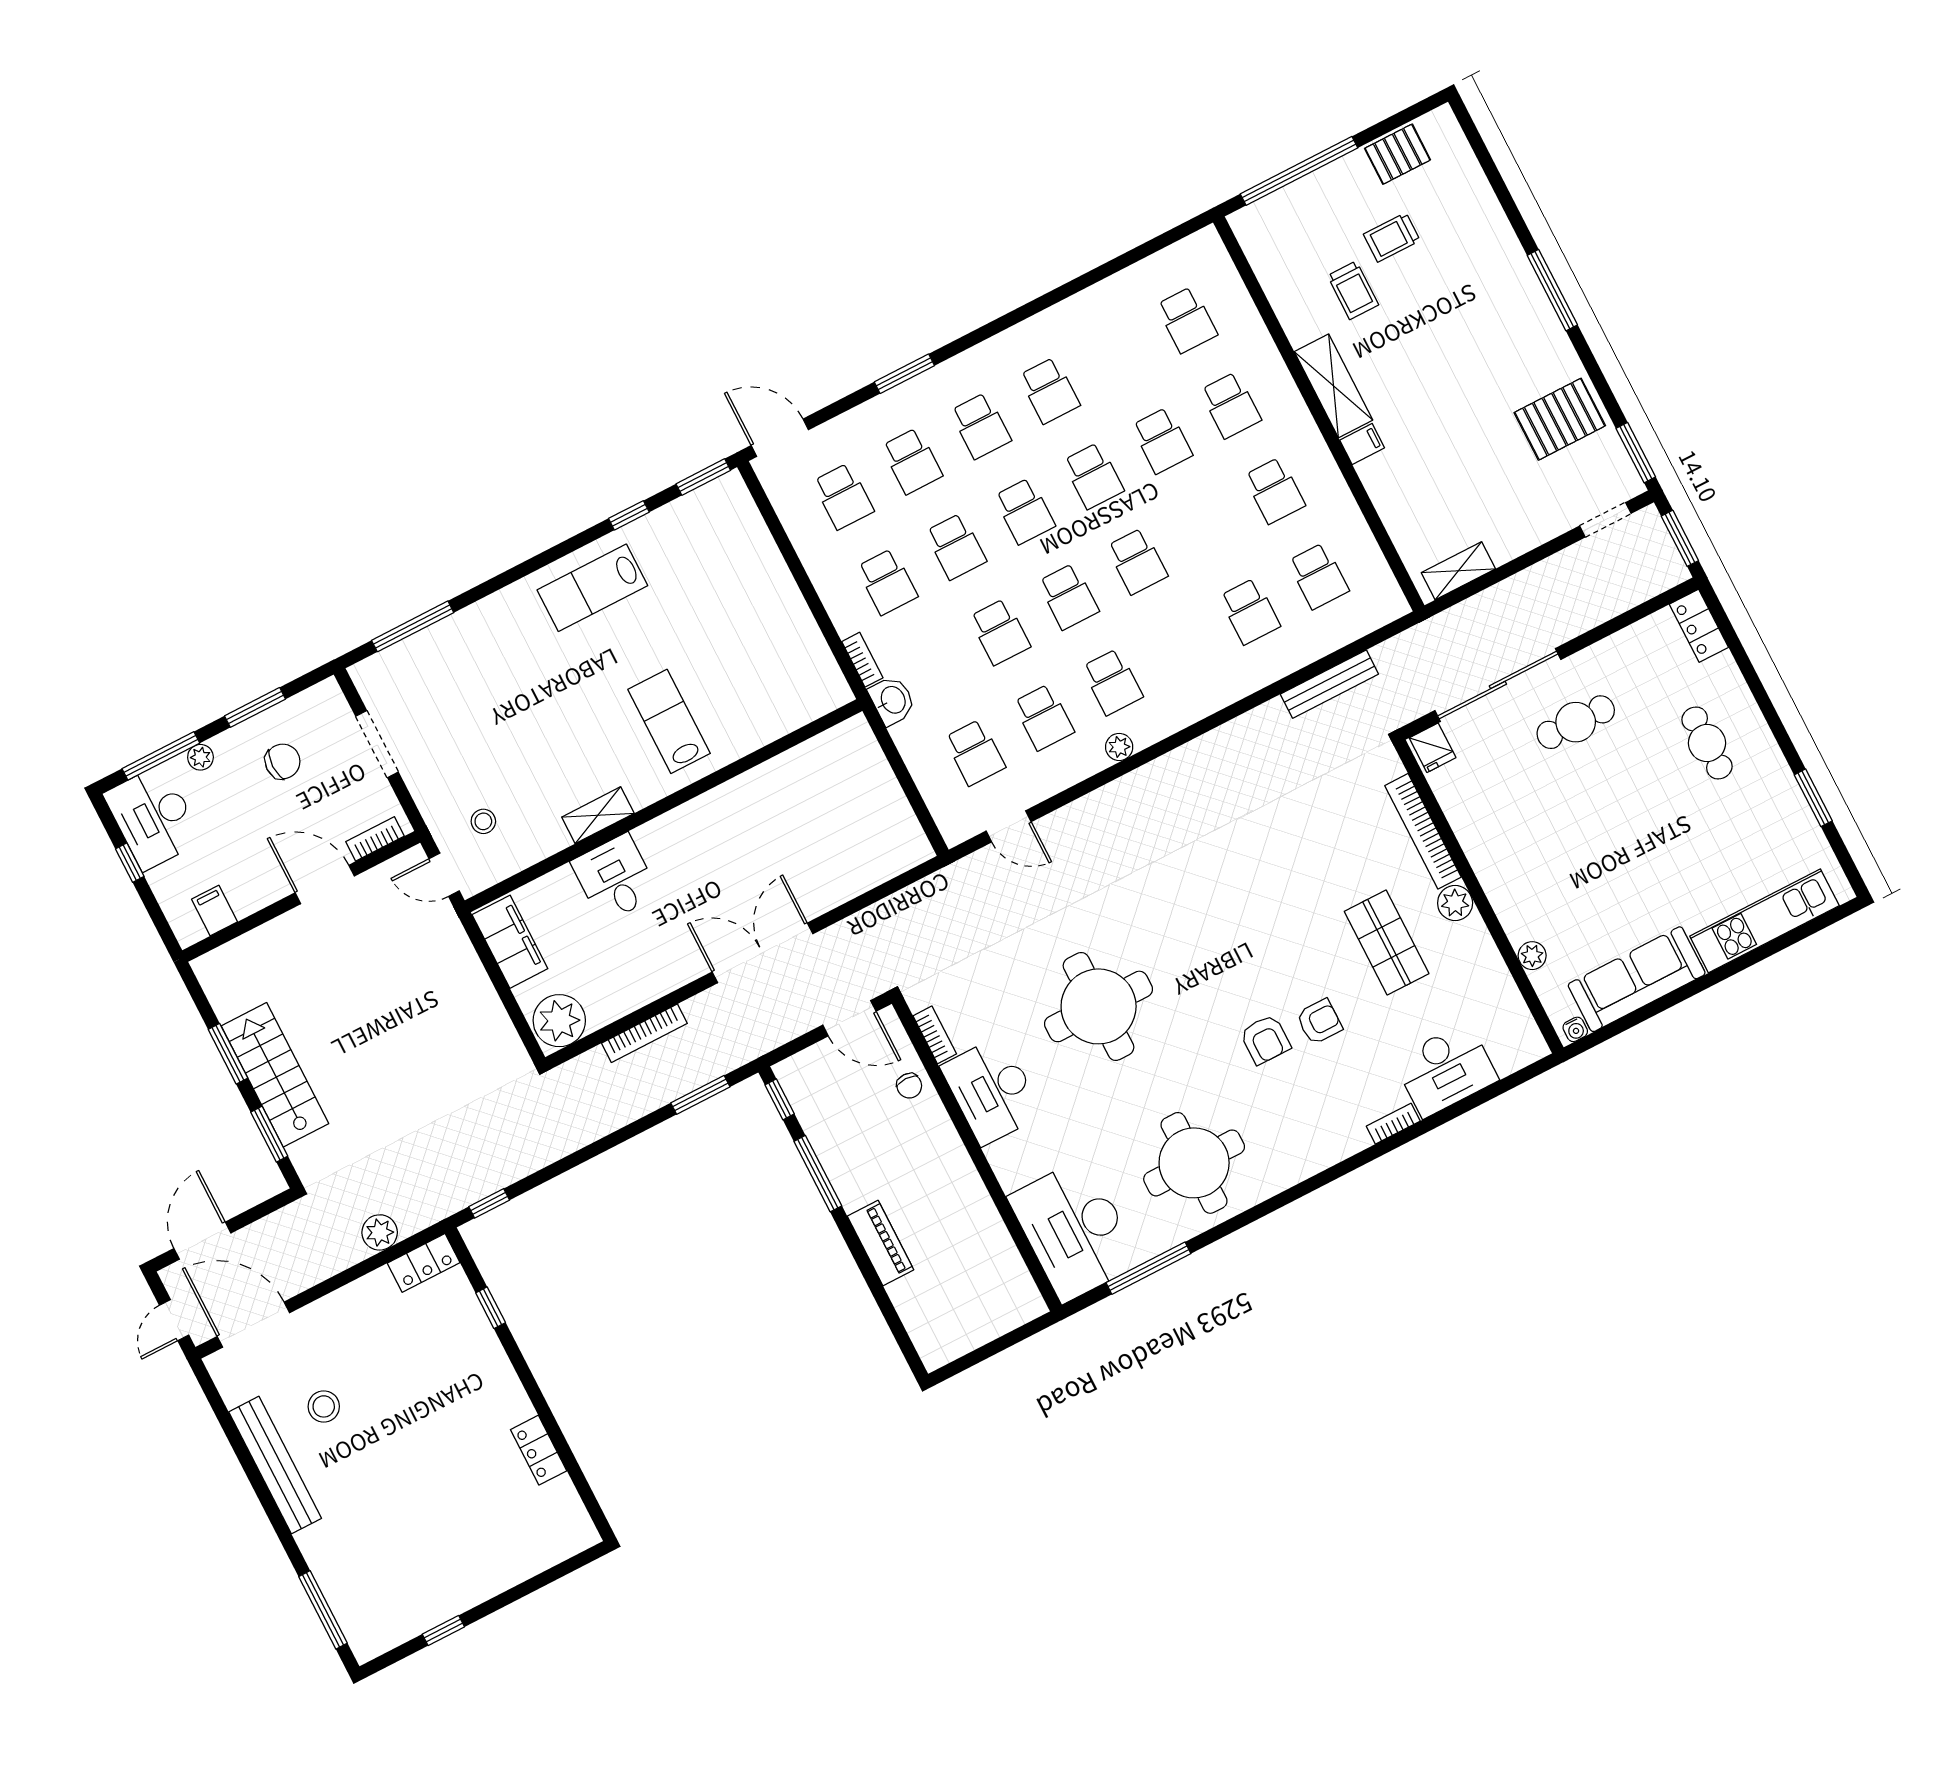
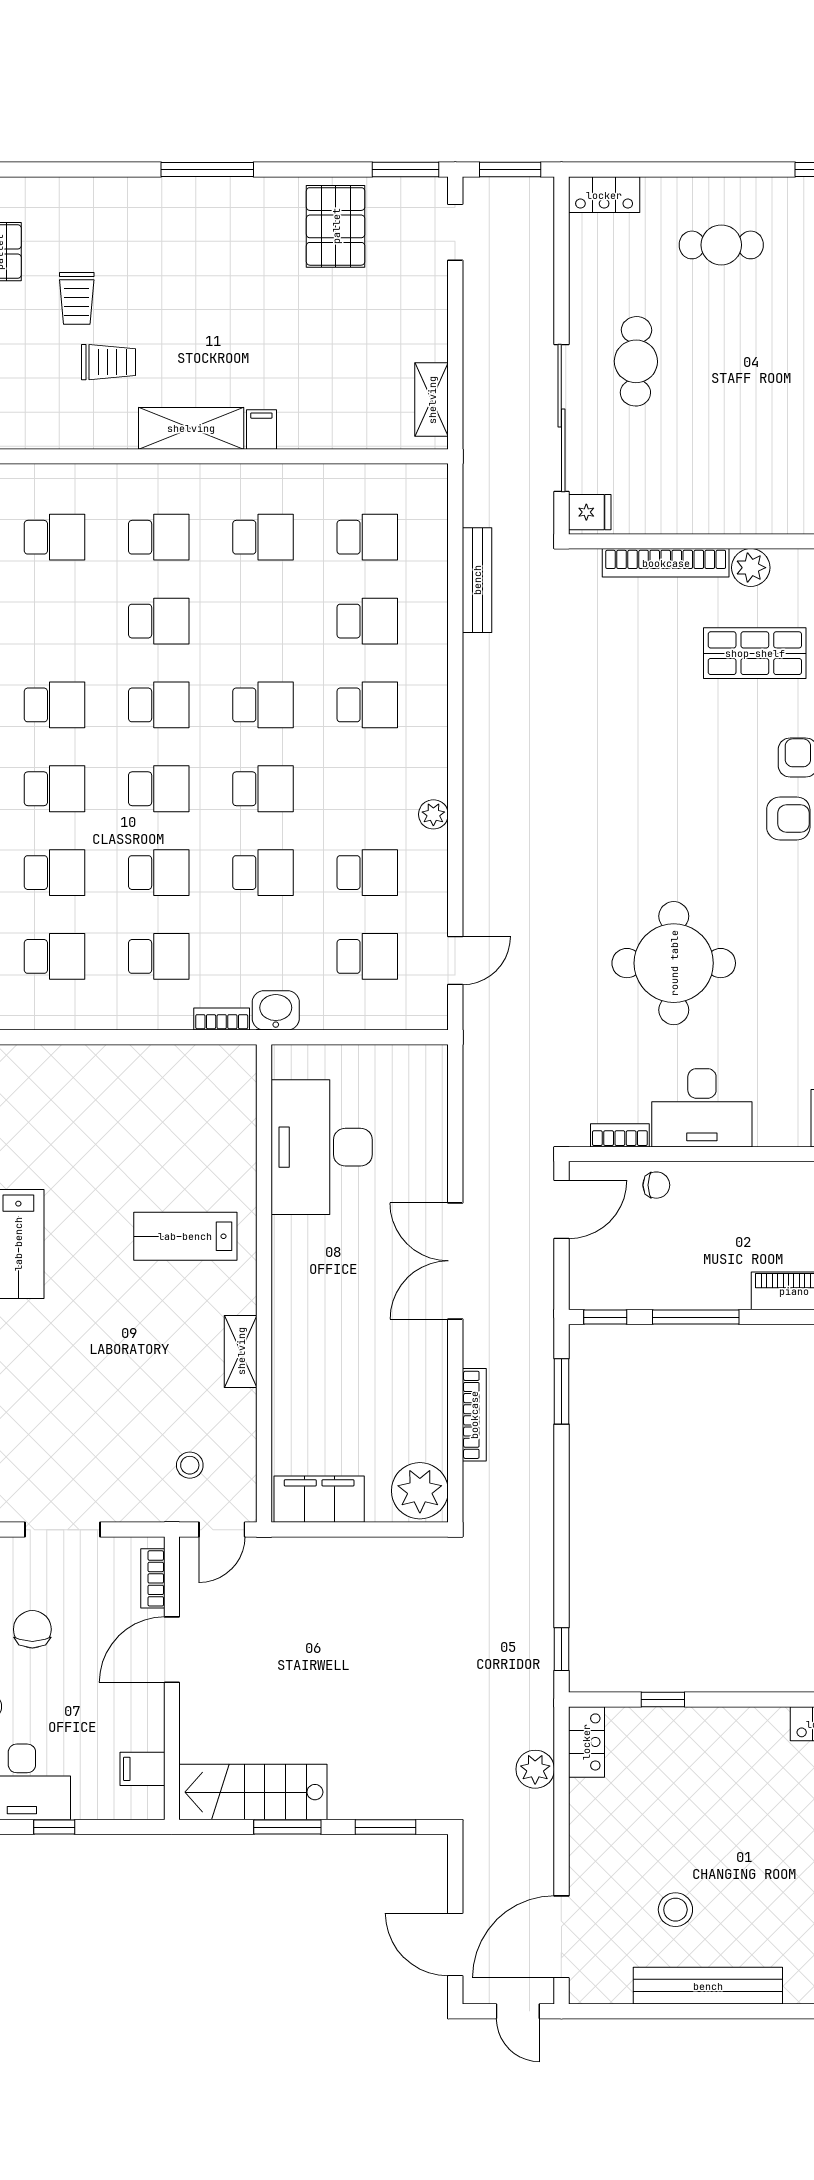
school desk: (1112, 682) -> (367, 705), moved
desk: (615, 878) -> (322, 1147), moved, width x1.87, depth x1.30
stairs: (275, 1075) -> (253, 1792), moved

